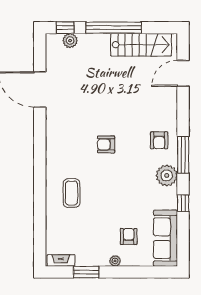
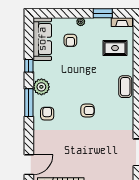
coffee table: (72, 193) -> (125, 87), moved
rug: (70, 226) -> (115, 48), added

